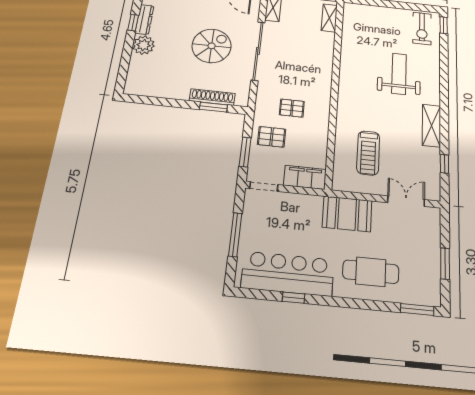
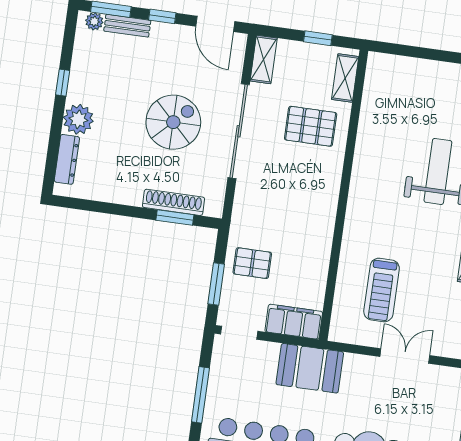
dresser: (144, 20) -> (67, 159), moved
pallet: (292, 108) -> (311, 126), moved, width x1.50, depth x1.42
double door: (406, 201) -> (405, 356), moved
booth: (347, 214) -> (310, 368), moved

